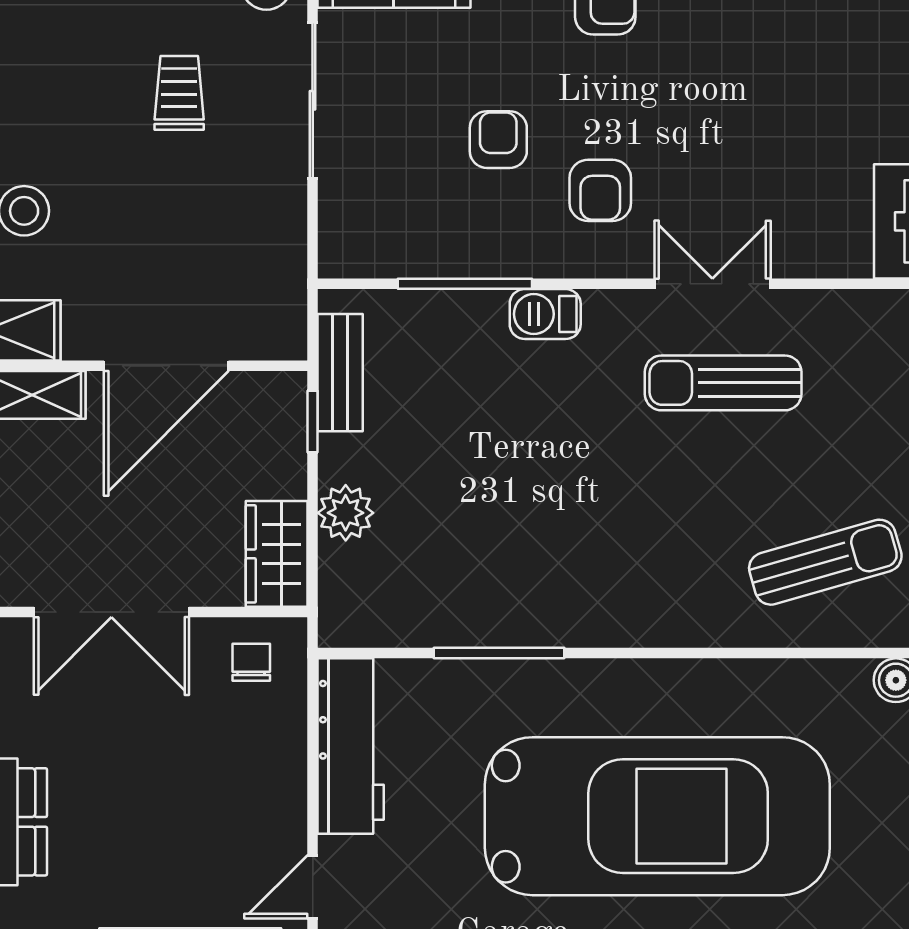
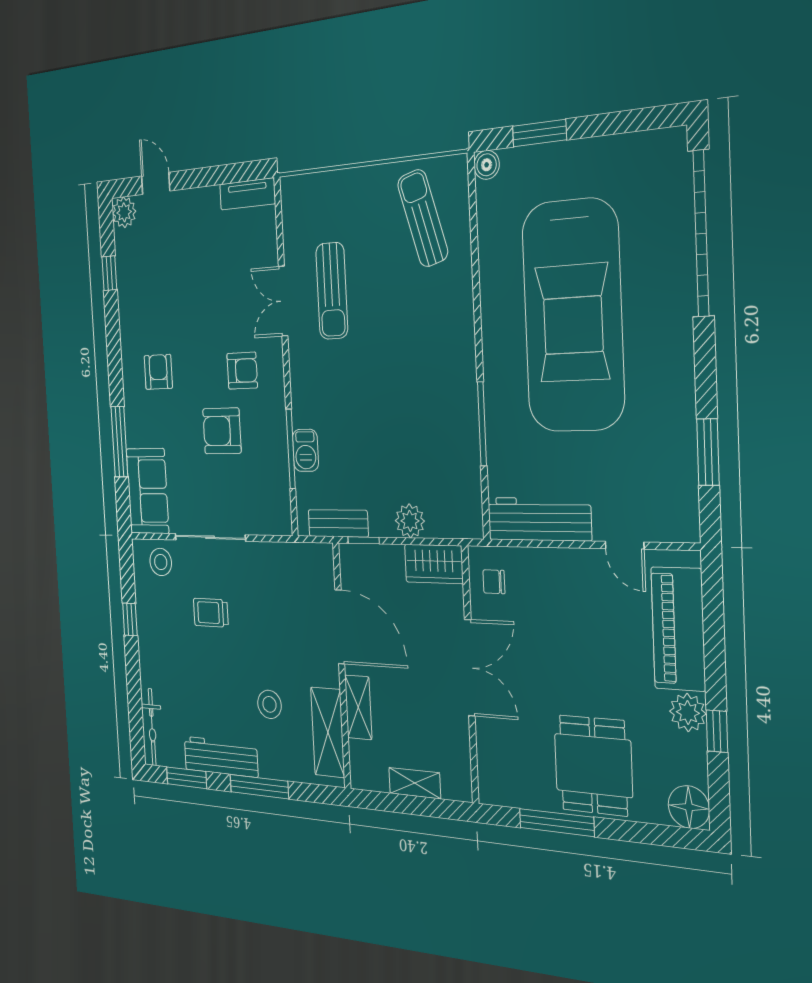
armchair: (498, 140) -> (222, 431), width x1.38, depth x1.38
barbecue: (545, 314) -> (305, 450), moved
car: (657, 816) -> (573, 316), turned 180

